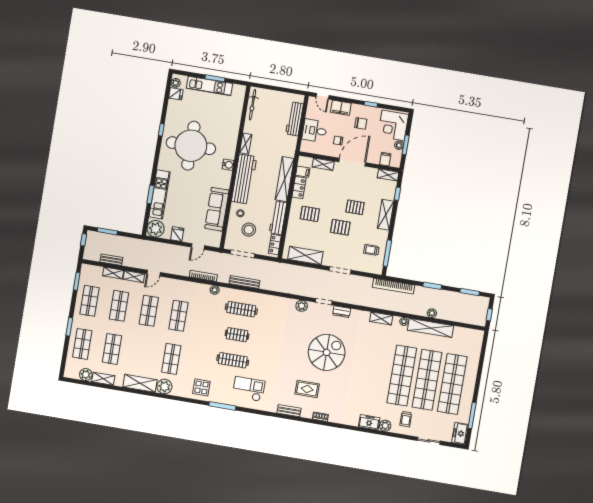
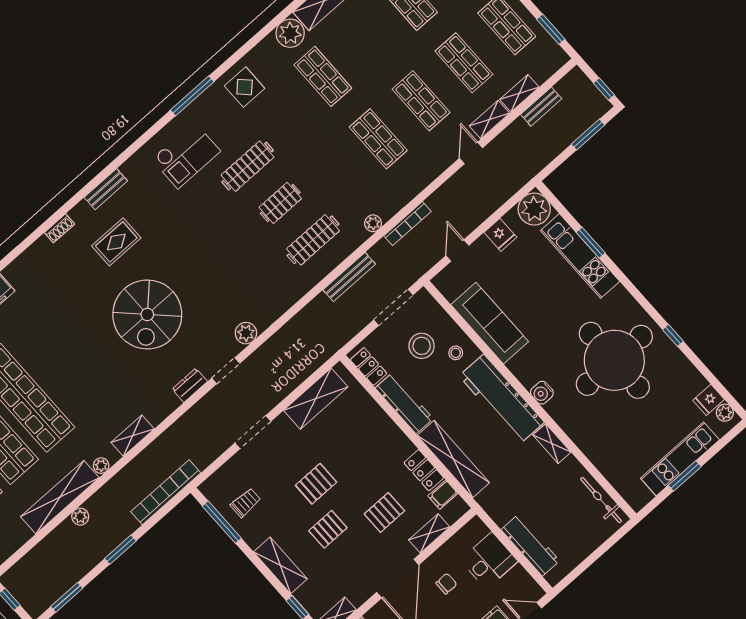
pallet: (310, 214) -> (384, 512), moved

